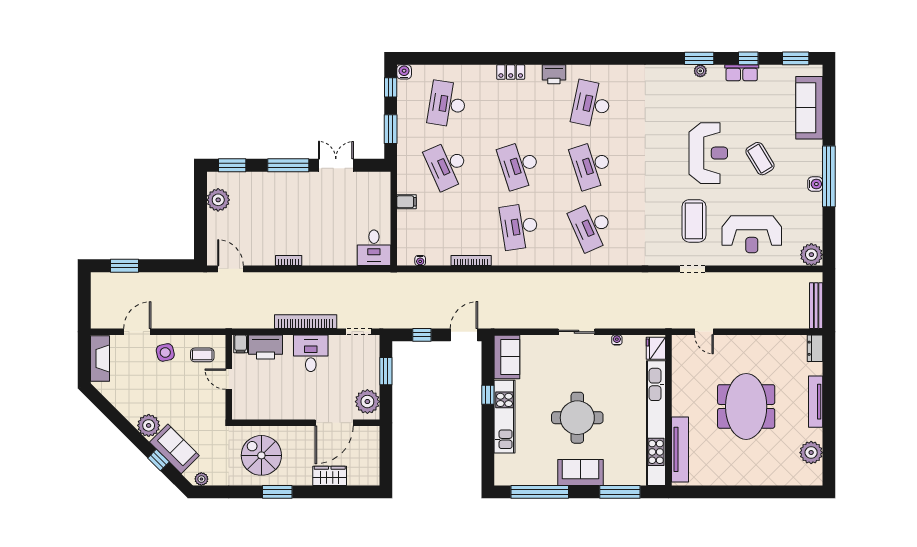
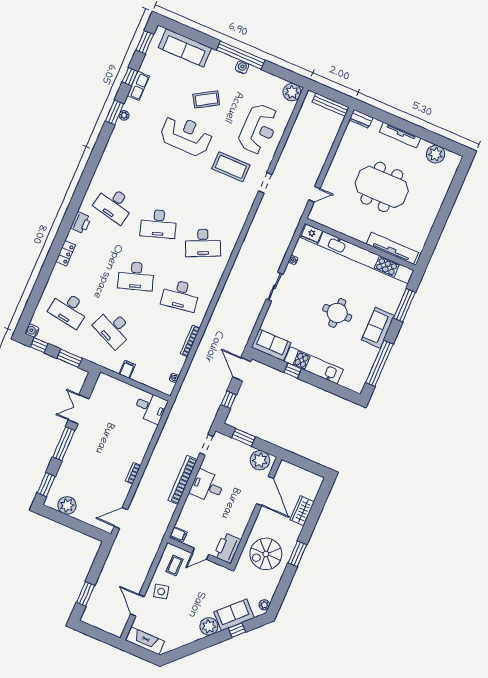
desk: (447, 165) -> (113, 328), turned 48
printer: (265, 347) -> (227, 548), moved, turned 180
round table: (577, 418) -> (337, 313), width x0.73, depth x0.73

